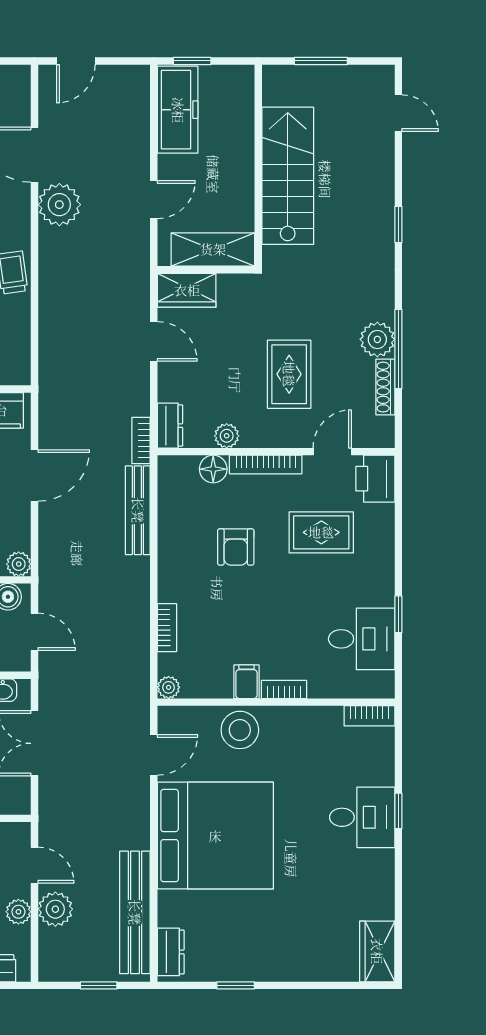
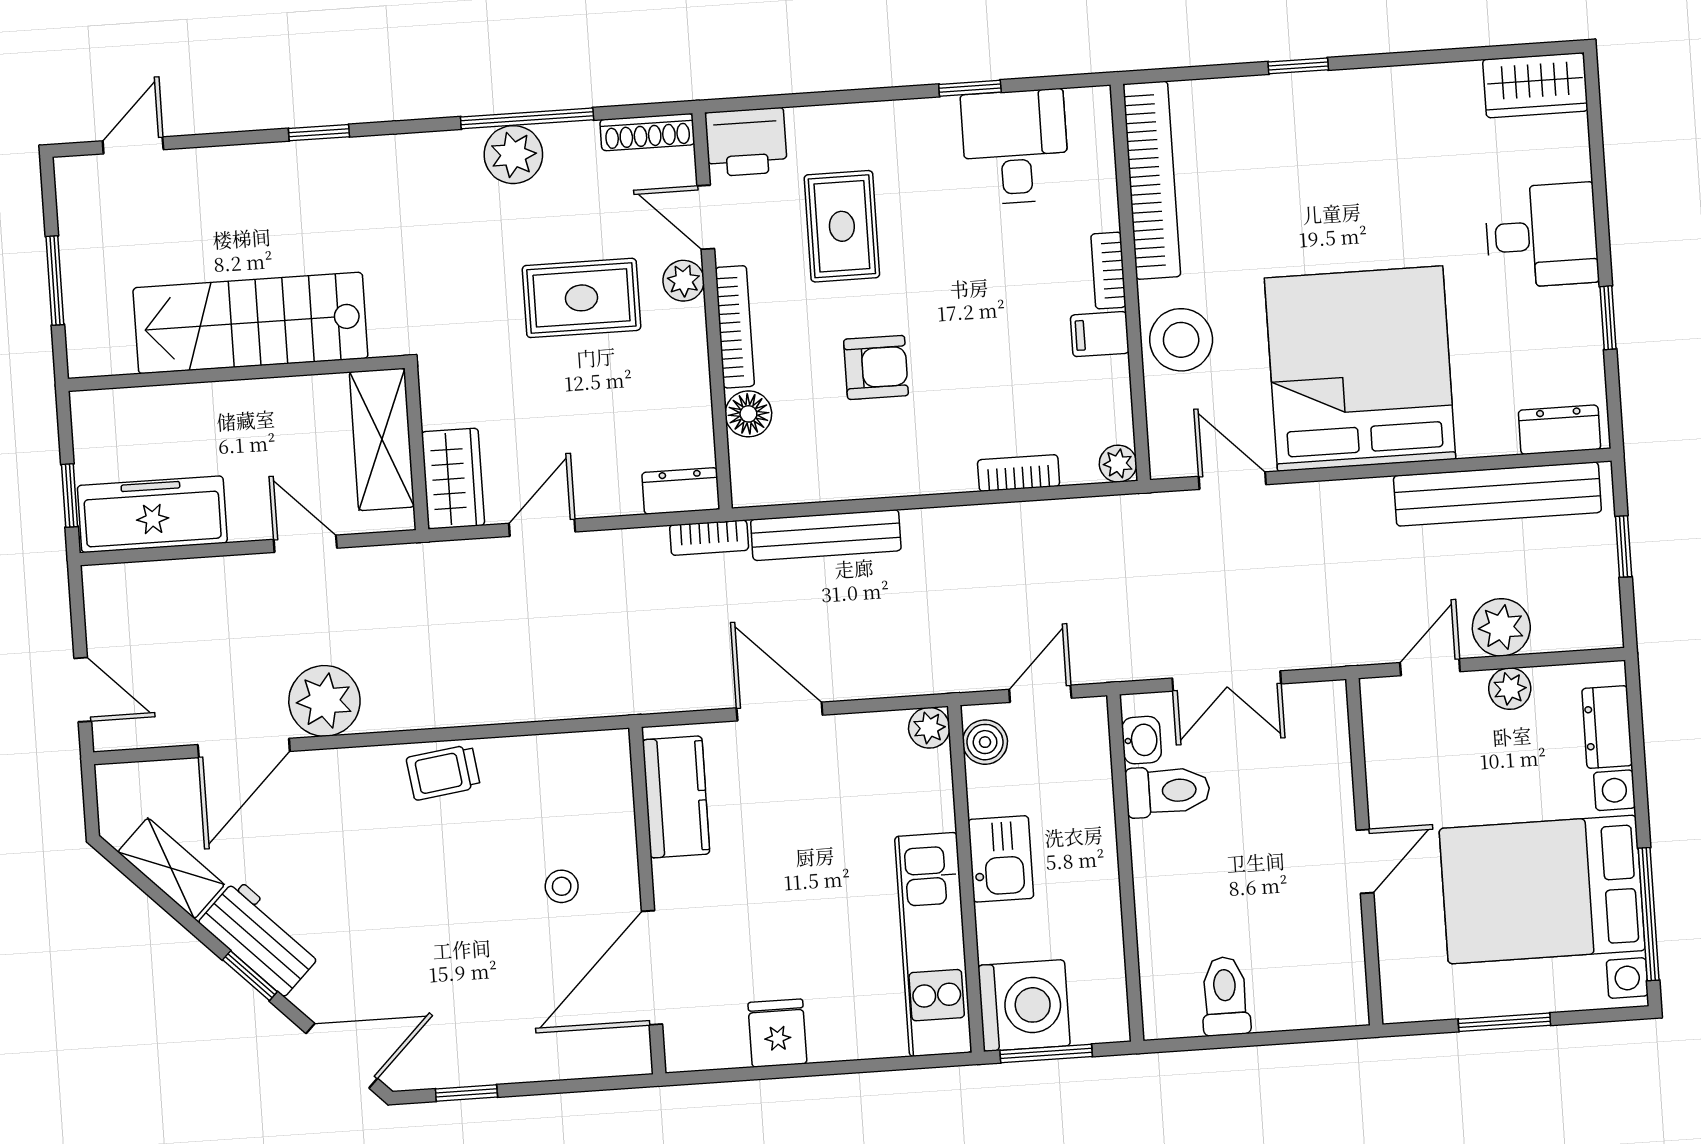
shoe rack: (385, 387) -> (647, 132), moved
plant: (227, 436) -> (684, 281), moved
bookcase: (369, 716) -> (1152, 180), width x2.31, depth x1.31
desk: (362, 817) -> (1542, 235), moved, turned 90

